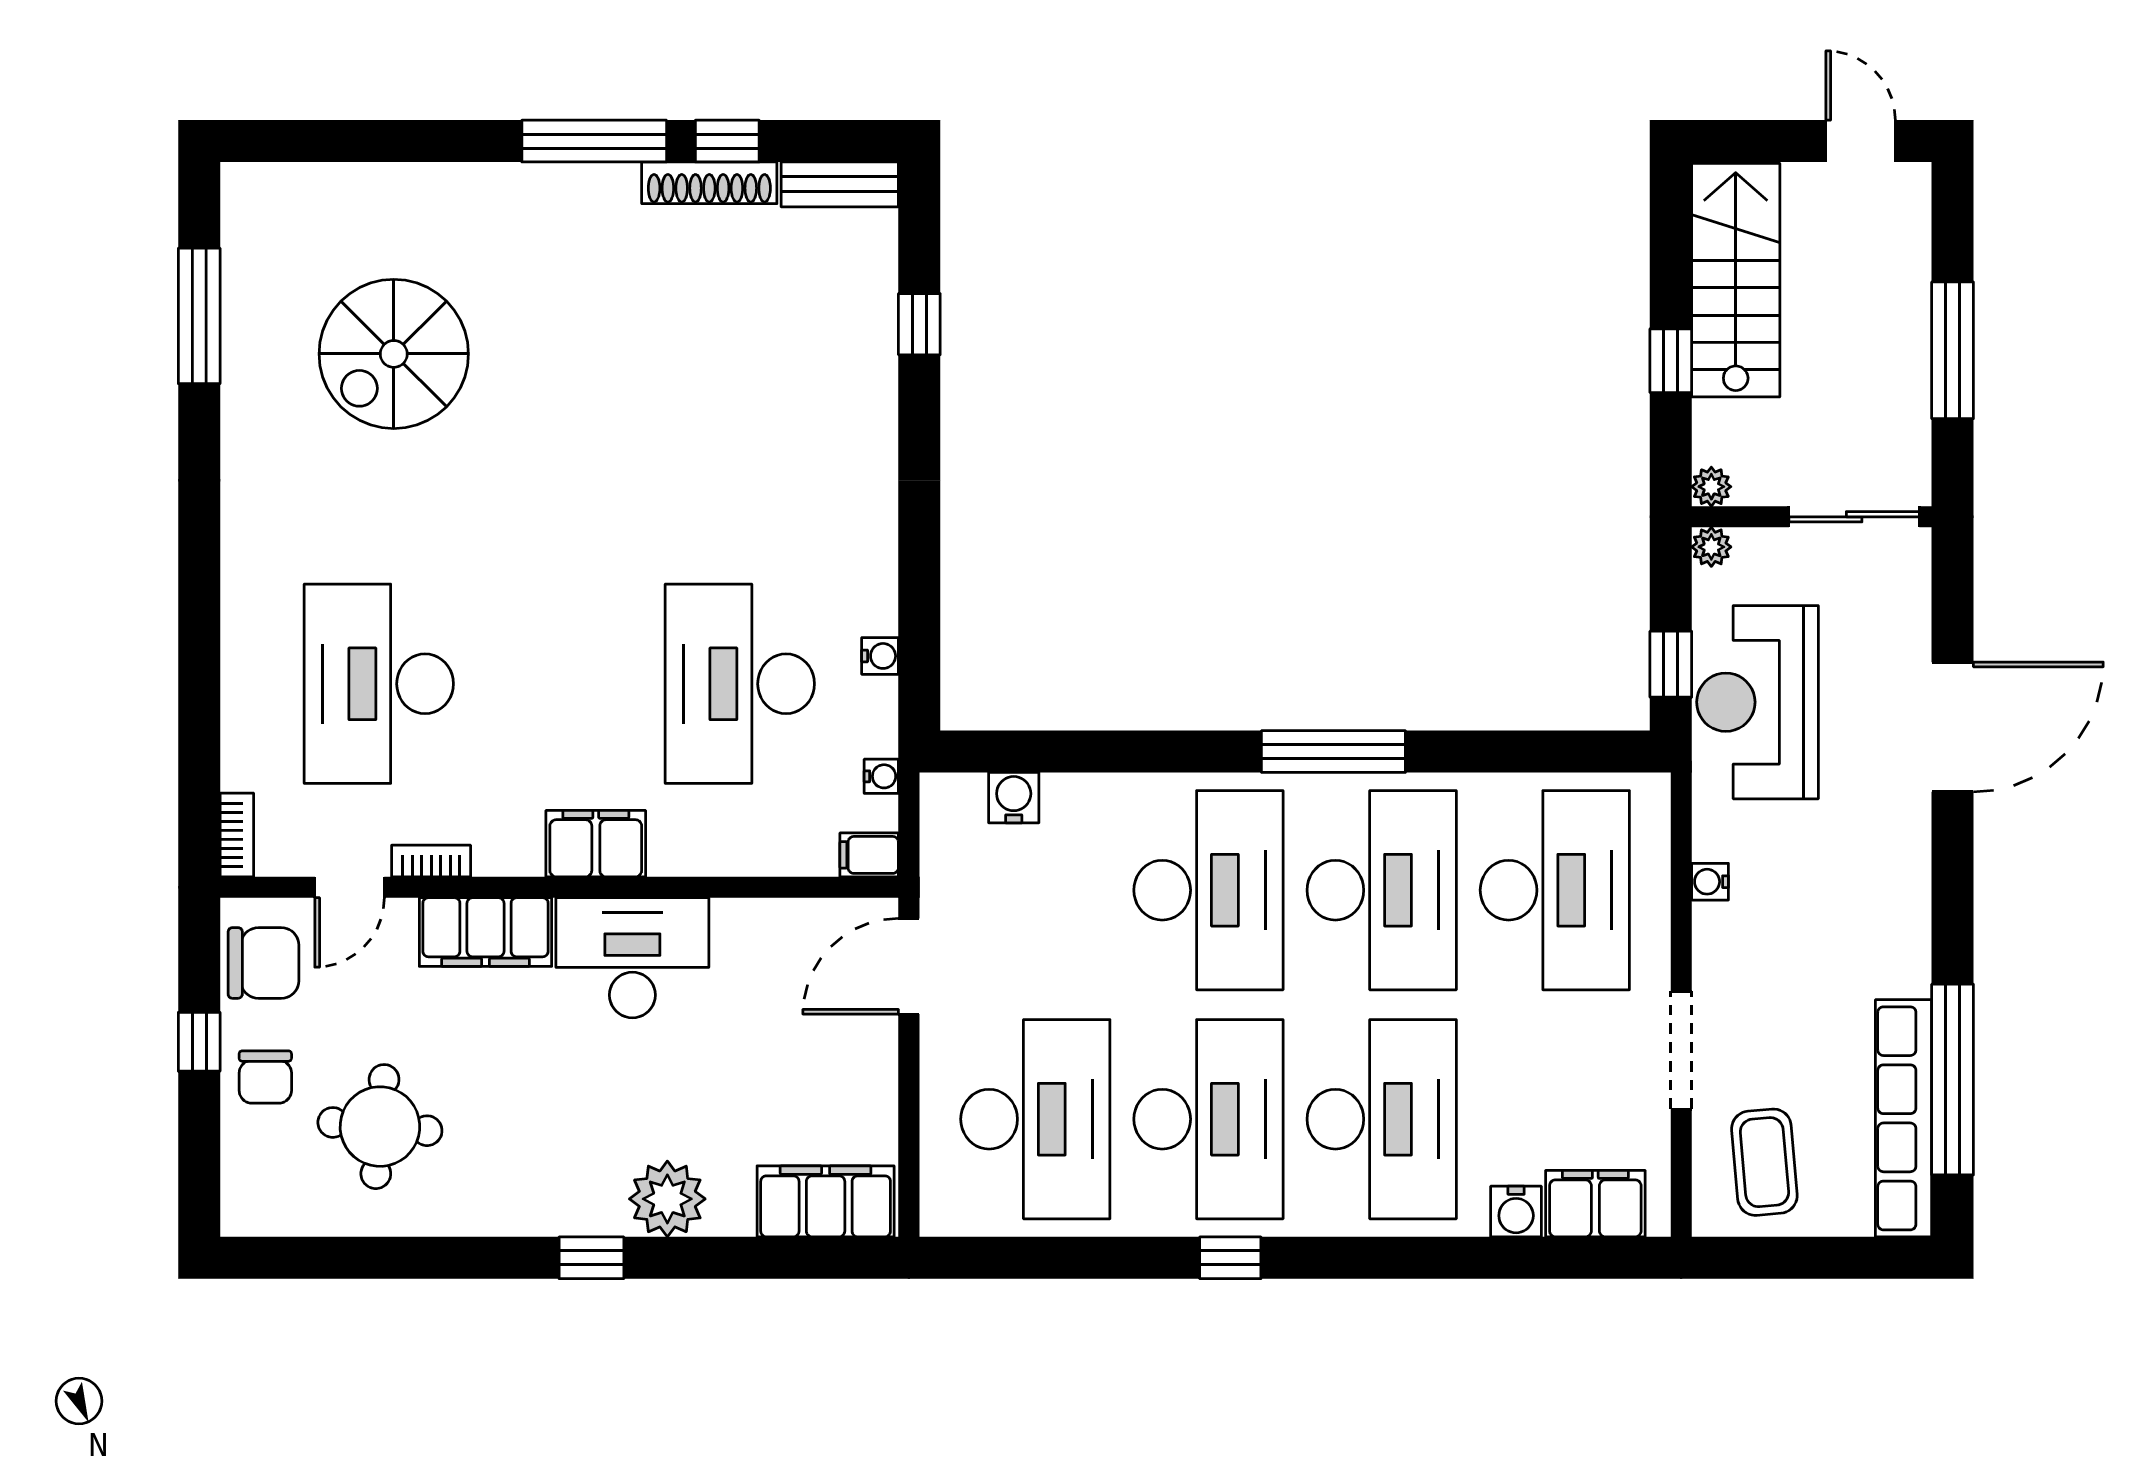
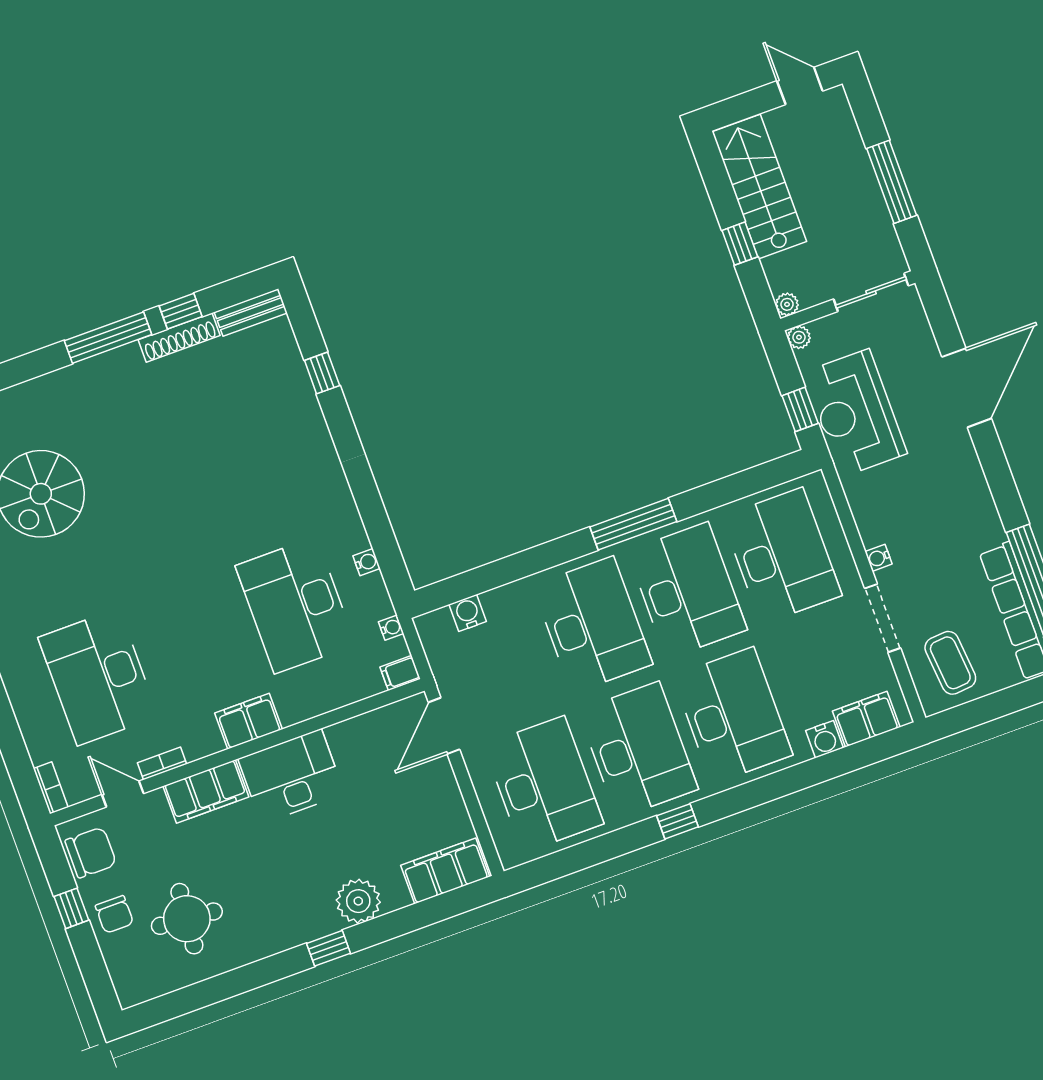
water cooler: (1710, 882) -> (878, 558), moved
door: (350, 887) -> (123, 794), swing flipped

